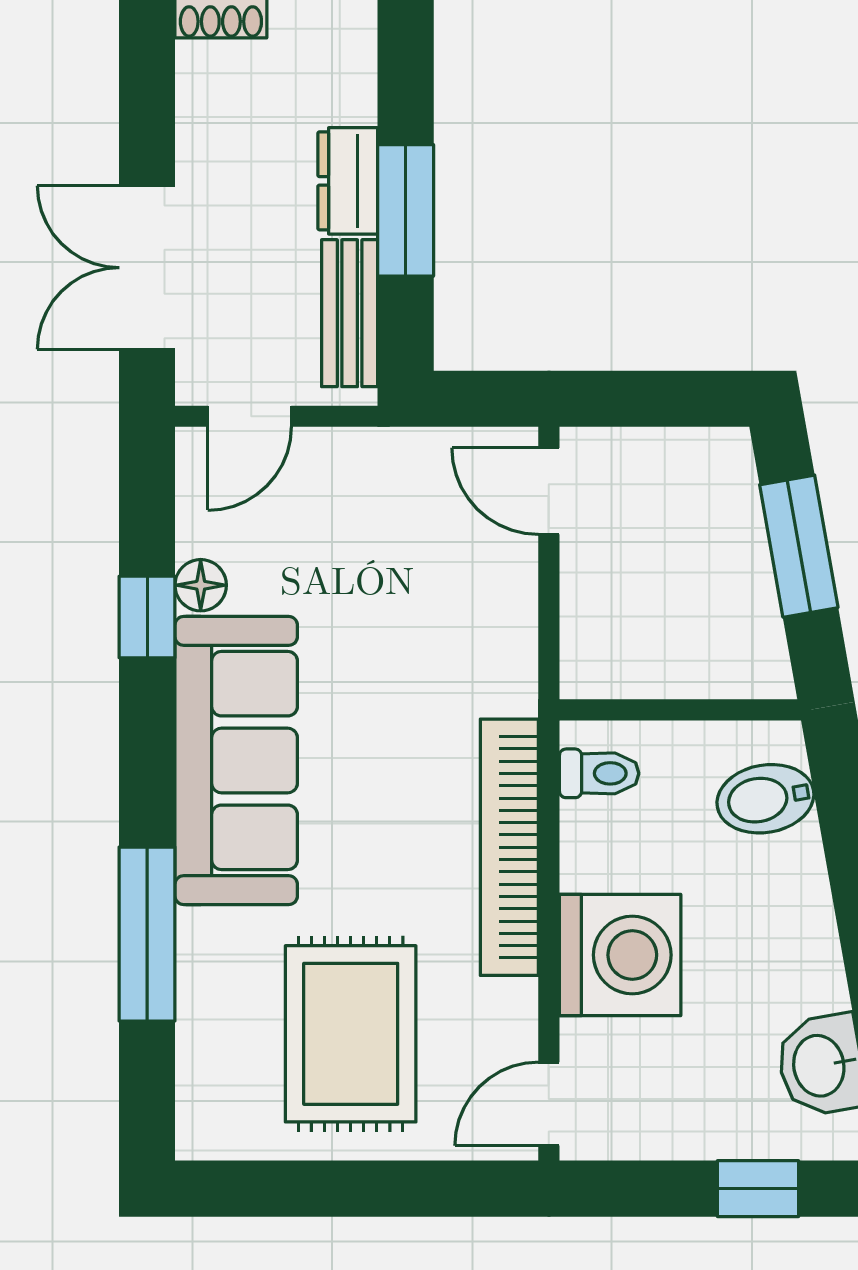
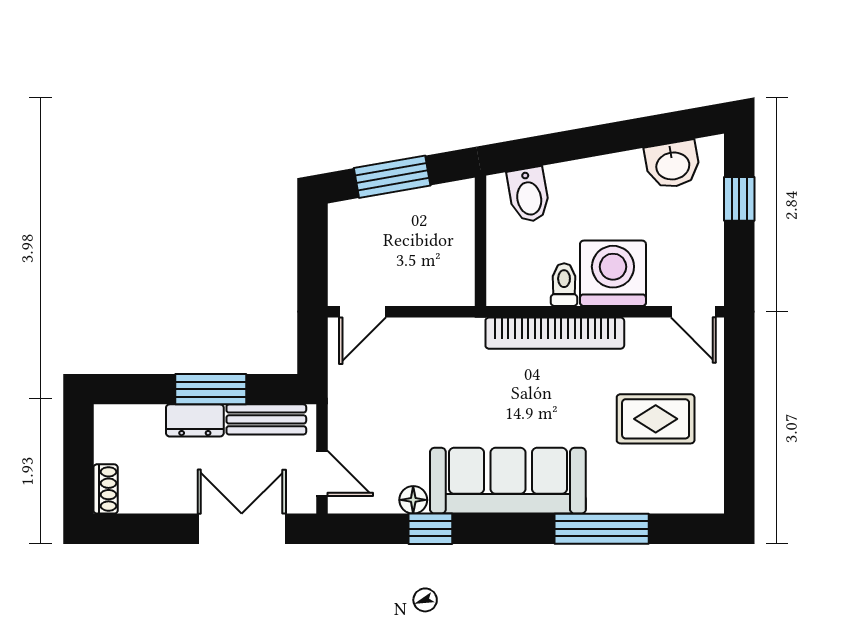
double door: (147, 268) -> (242, 529), swing flipped
toilet: (599, 773) -> (564, 285), moved
rug: (351, 1034) -> (656, 419), width x0.73, depth x0.70

